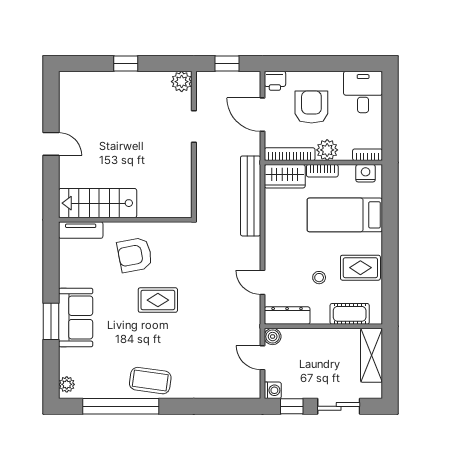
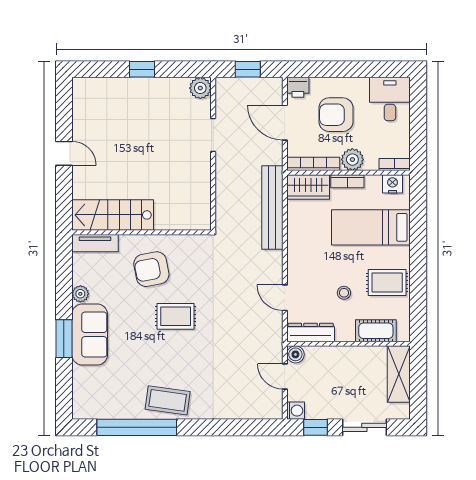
armchair: (311, 107) -> (336, 115), turned -90
plant: (67, 384) -> (80, 294), moved

